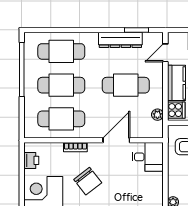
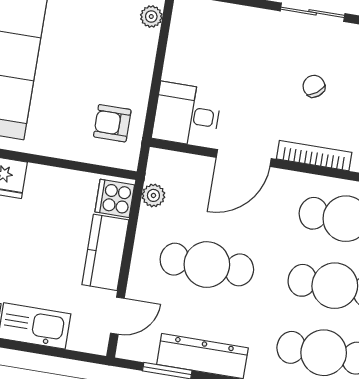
bookcase: (75, 147) -> (314, 156), width x1.56
chair: (88, 181) -> (314, 86), width x0.54, depth x0.54

